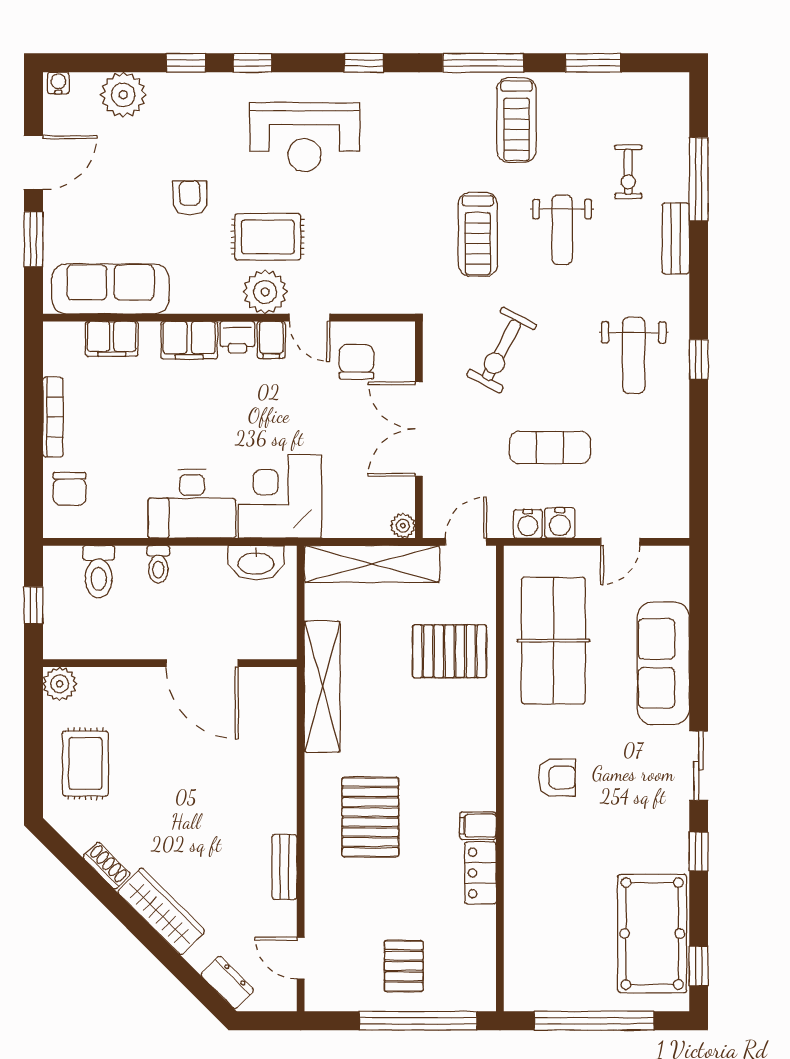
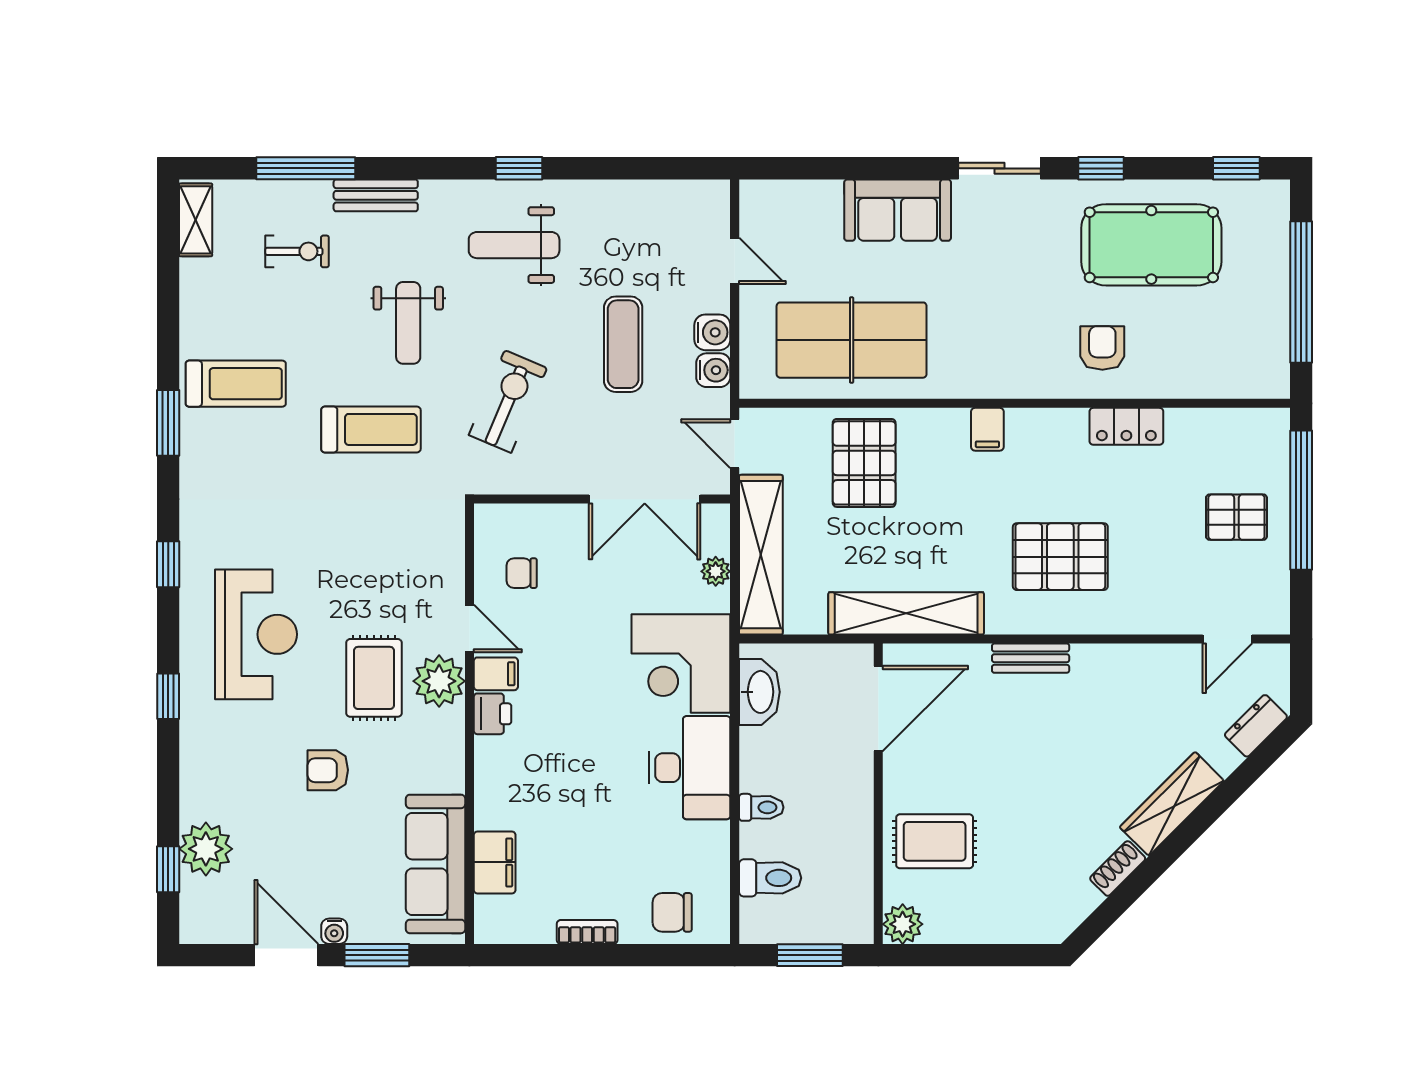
window: (186, 63) -> (168, 869), moved
window: (483, 63) -> (168, 423), width x0.69
window: (593, 63) -> (168, 293), removed
water cooler: (58, 83) -> (334, 931), moved, turned -90
shelving: (655, 86) -> (196, 220), added
weight bench: (562, 230) -> (408, 323), moved, turned 90
door: (309, 318) -> (469, 629), hinge flipped
filing cabinet: (189, 340) -> (496, 771), removed
exercise bike: (501, 350) -> (508, 402), turned -95
weight bench: (634, 355) -> (514, 245), turned 180
chair: (356, 362) -> (522, 573), width x0.73, depth x0.73
bookcase: (53, 417) -> (587, 932), width x0.64
double door: (419, 429) -> (645, 499), moved
chair: (70, 489) -> (672, 912), turned 180
plant: (403, 526) -> (716, 571), moved
window: (33, 605) -> (810, 955), width x1.50
door: (202, 663) -> (878, 708), moved
sofa: (663, 663) -> (898, 210), width x0.73
rug: (85, 764) -> (935, 841), moved
armchair: (557, 778) -> (1102, 348), moved
filing cabinet: (478, 826) -> (987, 429), moved
bench: (284, 867) -> (1031, 658), moved
pool table: (652, 934) -> (1151, 245), moved

